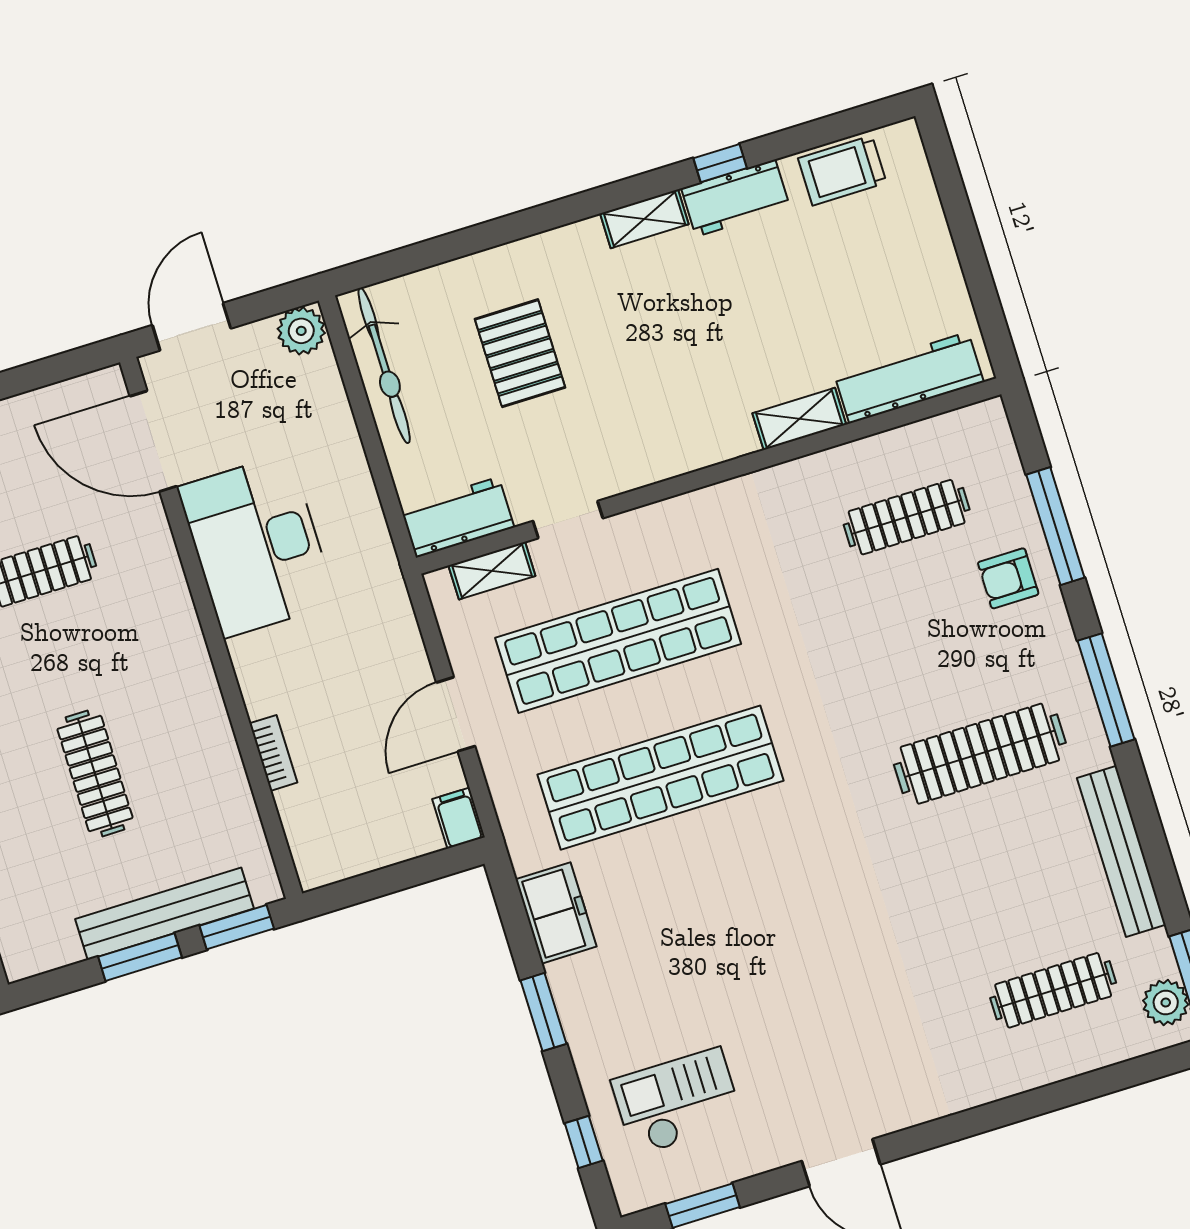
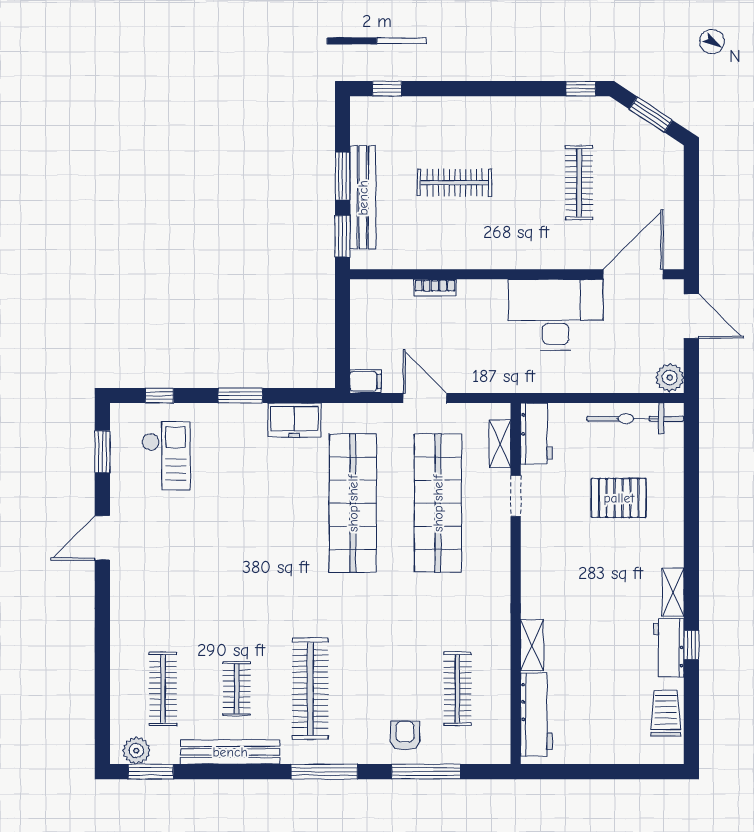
clothes rail: (1016, 872) -> (237, 689), added

